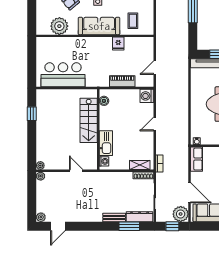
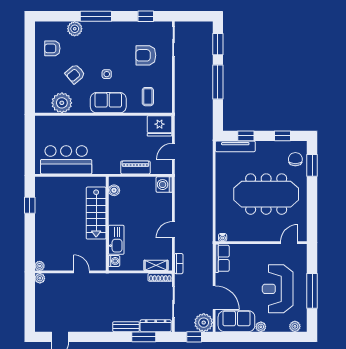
sofa: (99, 26) -> (108, 103), width x0.73
fridge: (118, 44) -> (160, 126), moved, width x1.88, depth x1.34
door: (155, 124) -> (173, 230), moved
plant: (41, 217) -> (40, 326), removed

